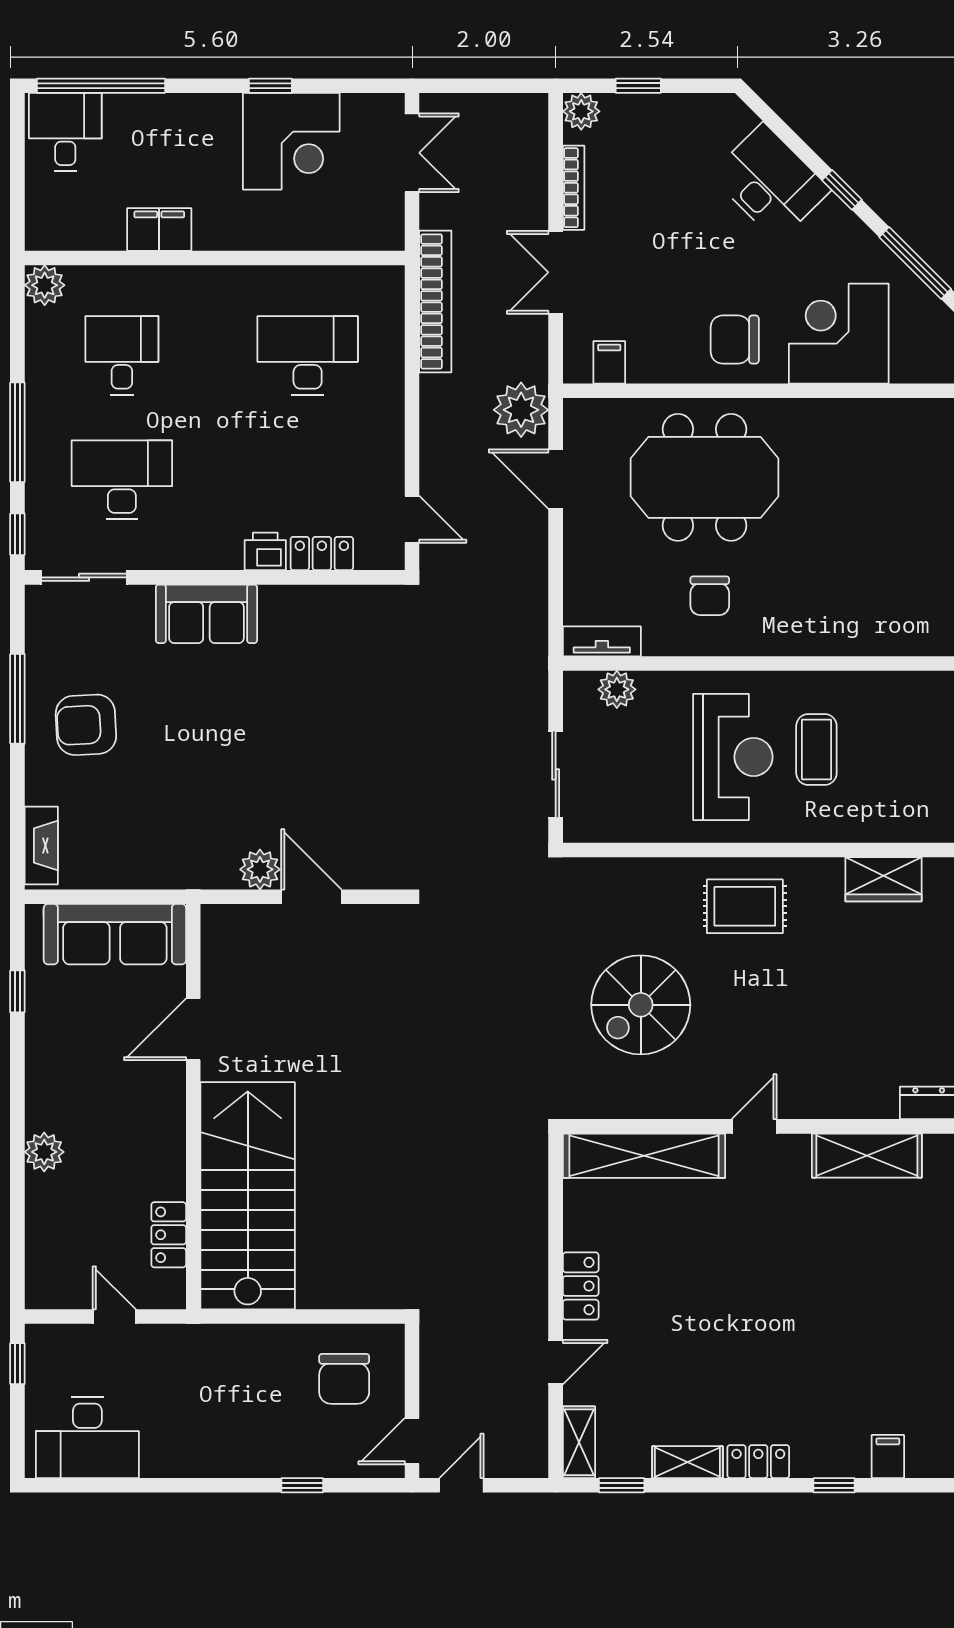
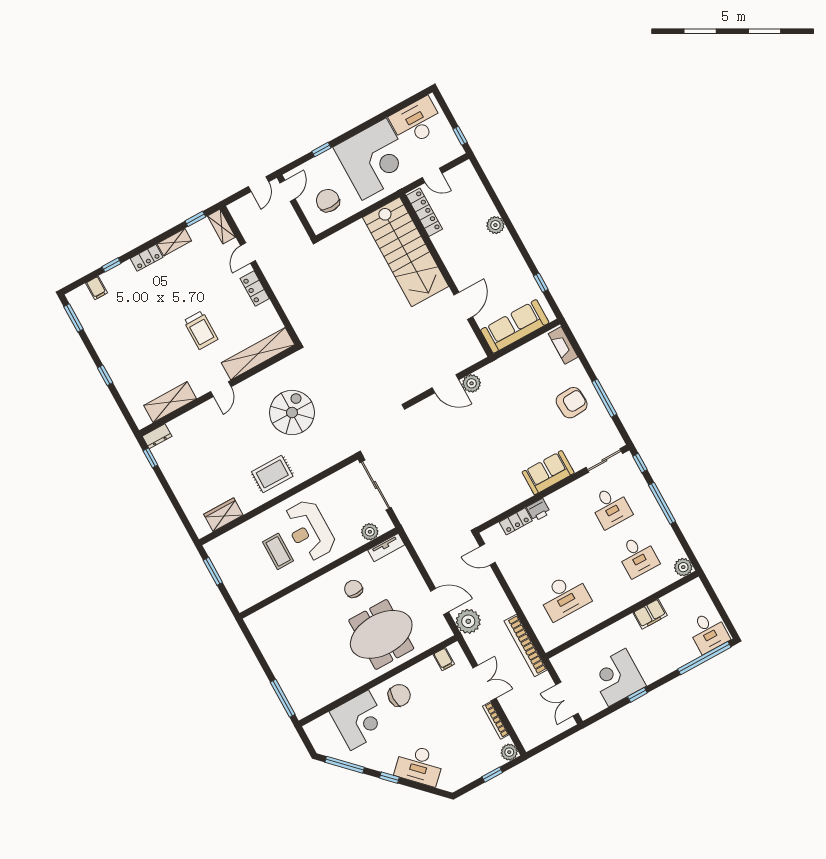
desk: (122, 480) -> (611, 507), width x0.73
sliding door: (556, 774) -> (376, 485), width x1.37
locker: (169, 1235) -> (424, 212), width x1.53
trolley: (730, 1263) -> (201, 330), added
corner desk: (210, 1410) -> (374, 159), added

